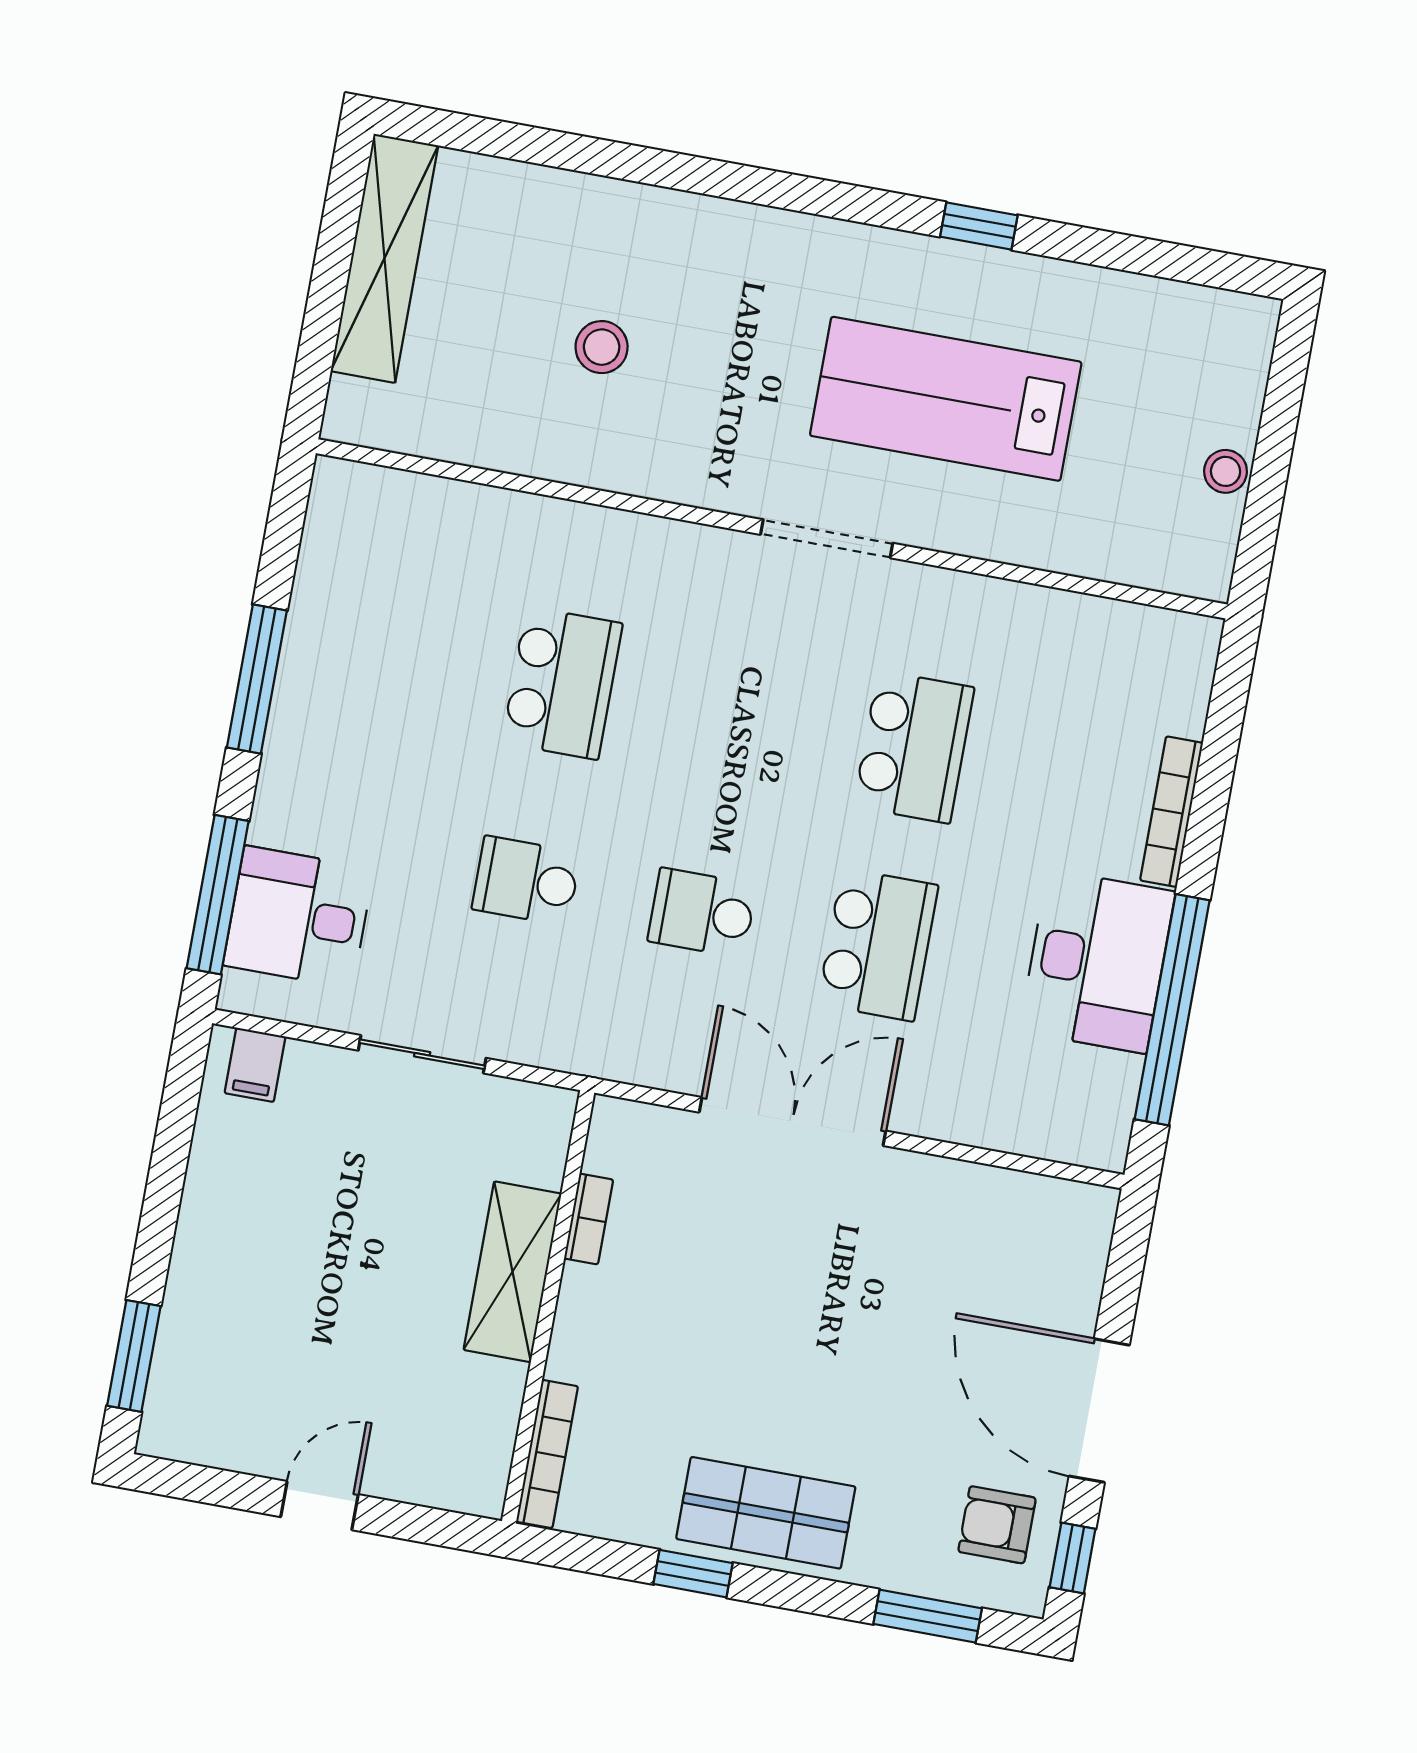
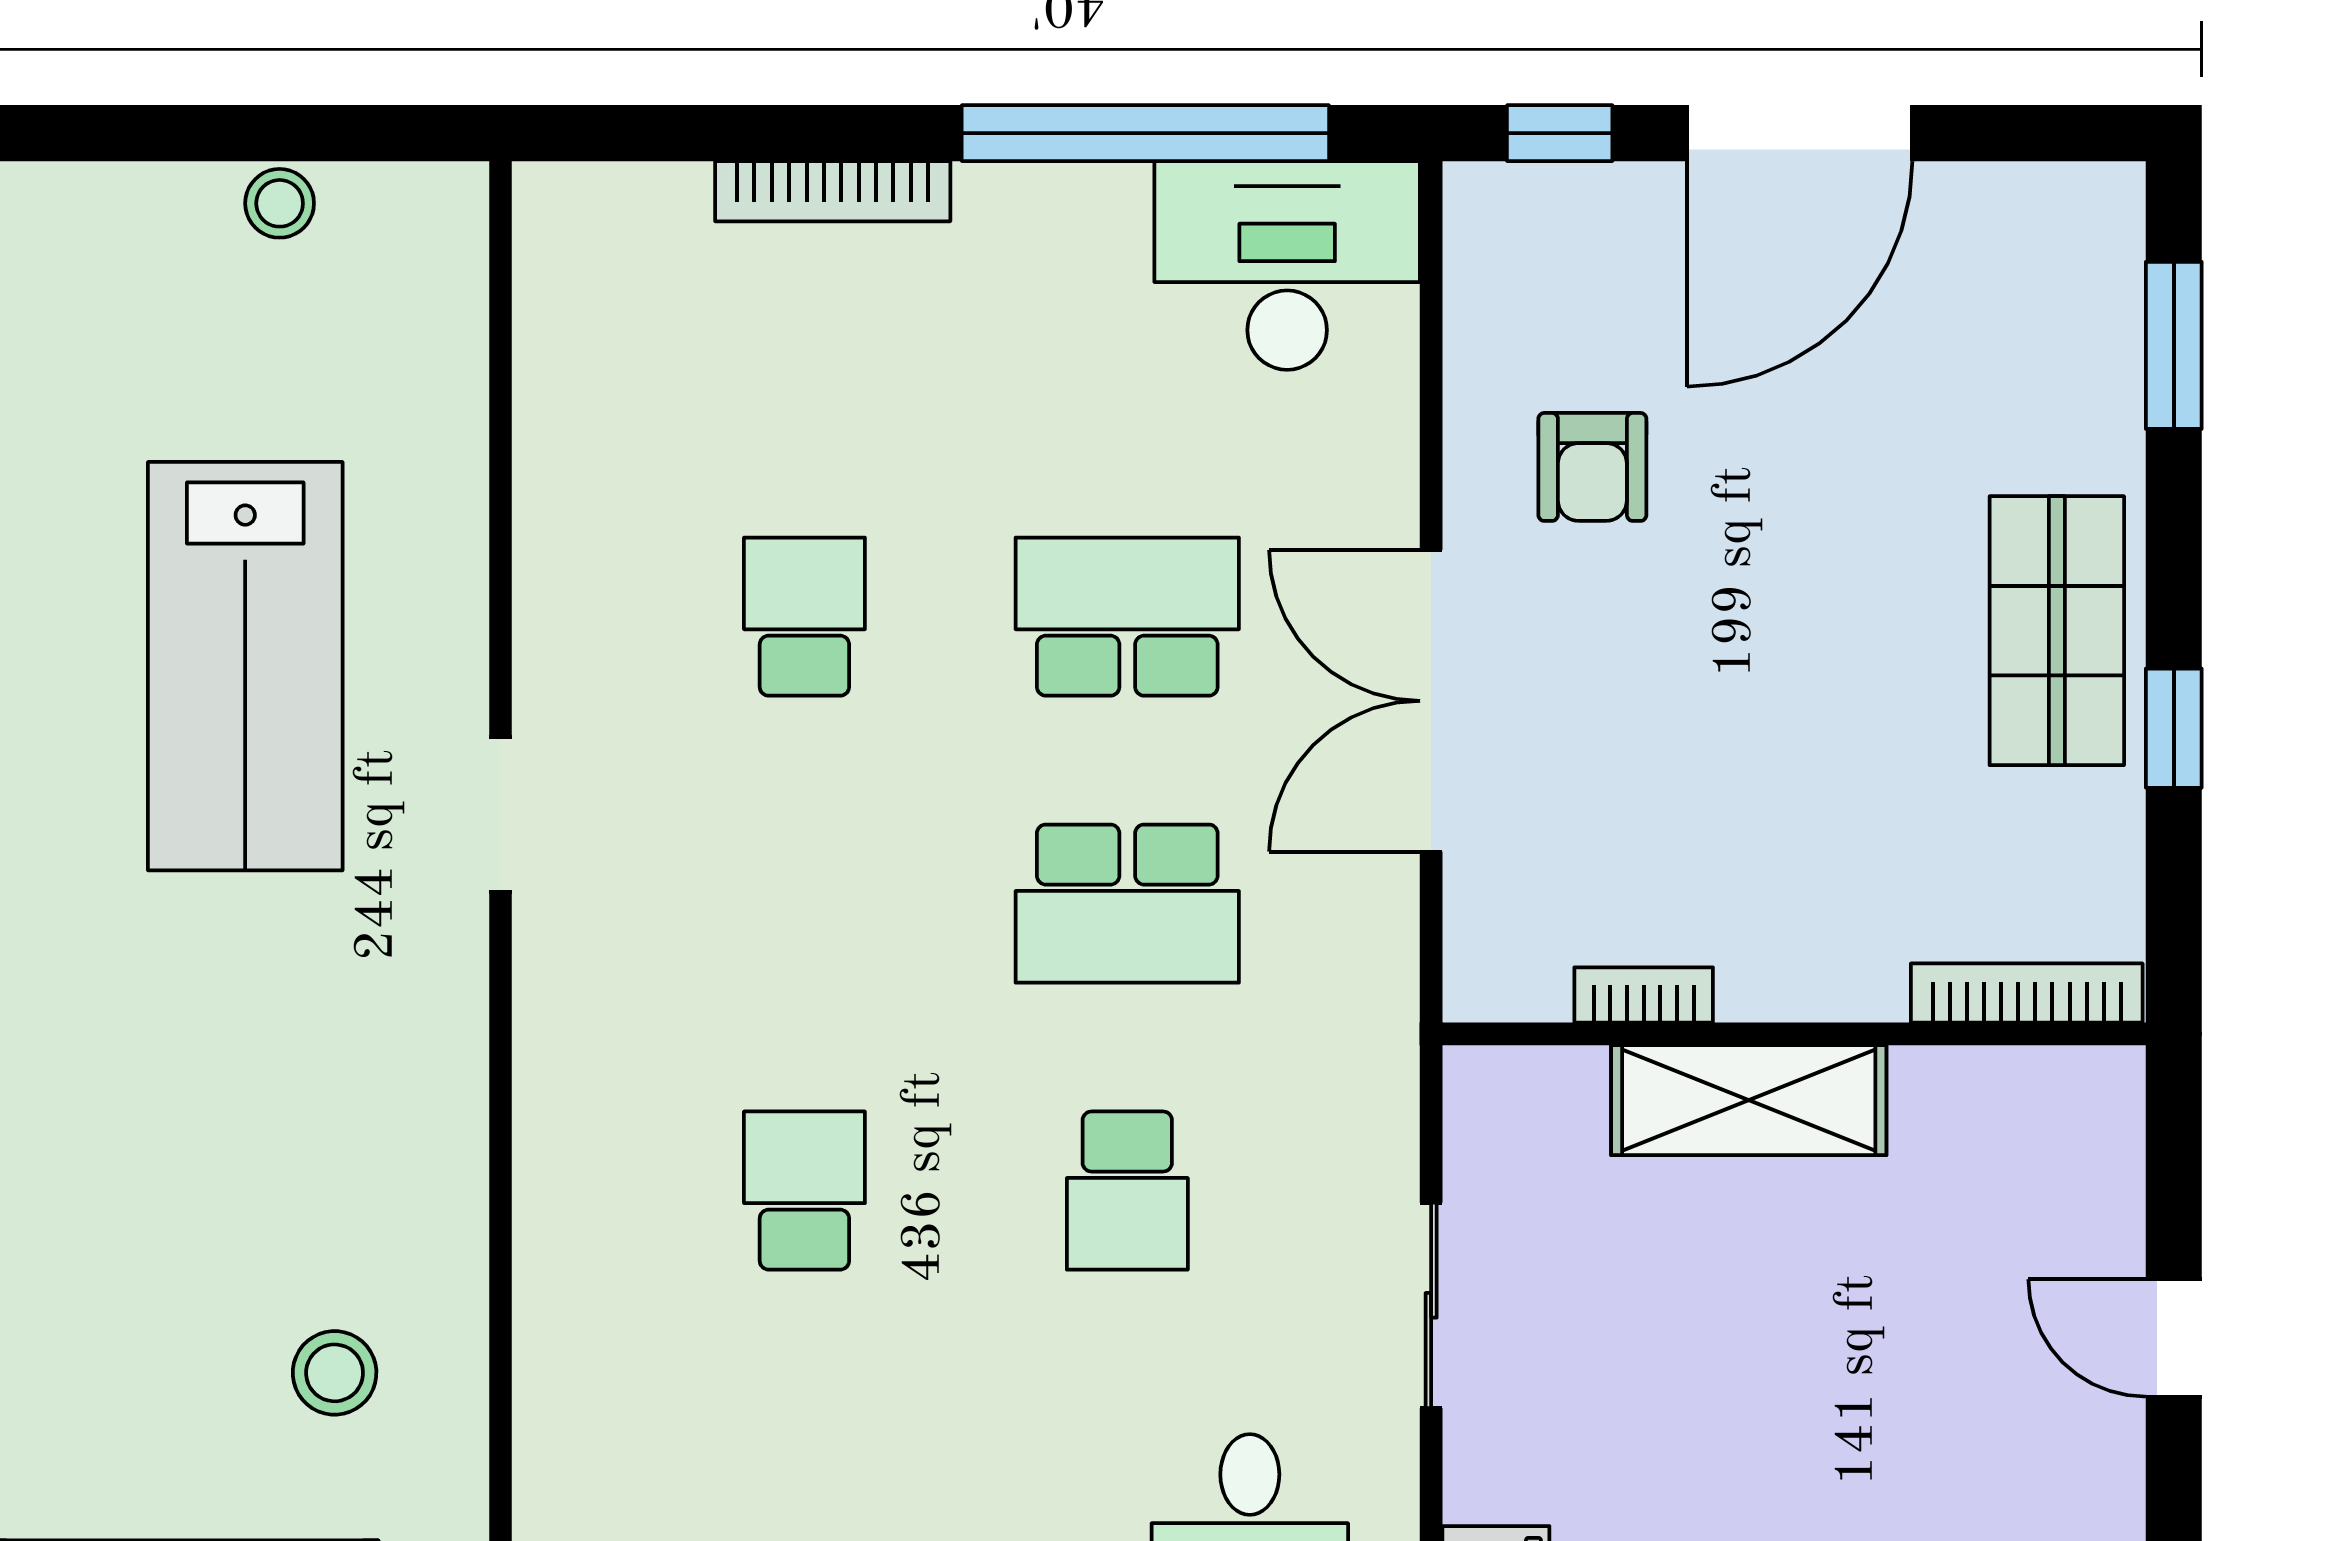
stool: (602, 347) -> (335, 1373), moved
doorway: (827, 539) -> (501, 814), width x0.73
school desk: (562, 683) -> (804, 1191), width x0.54
school desk: (914, 747) -> (804, 617), width x0.54
school desk: (702, 913) -> (1127, 904), width x1.85
desk: (1097, 961) -> (1287, 265), moved
armchair: (997, 1525) -> (1592, 467), moved
window: (1073, 1558) -> (1560, 133), moved

